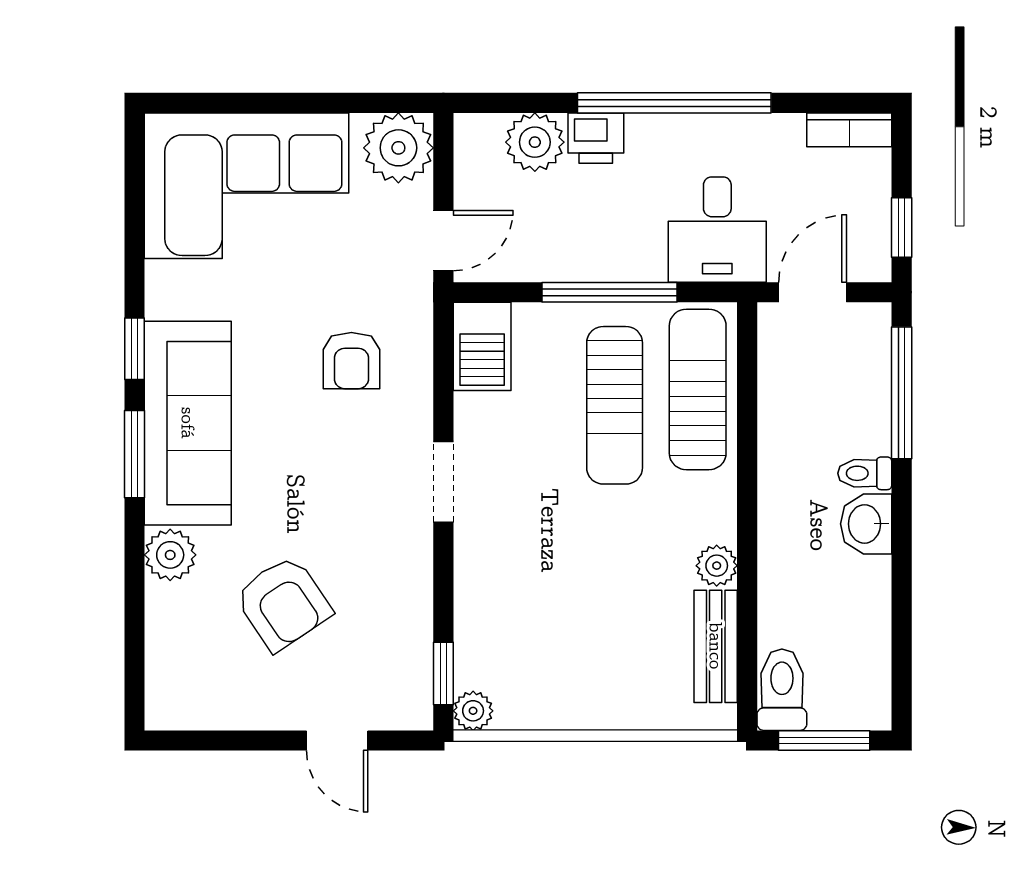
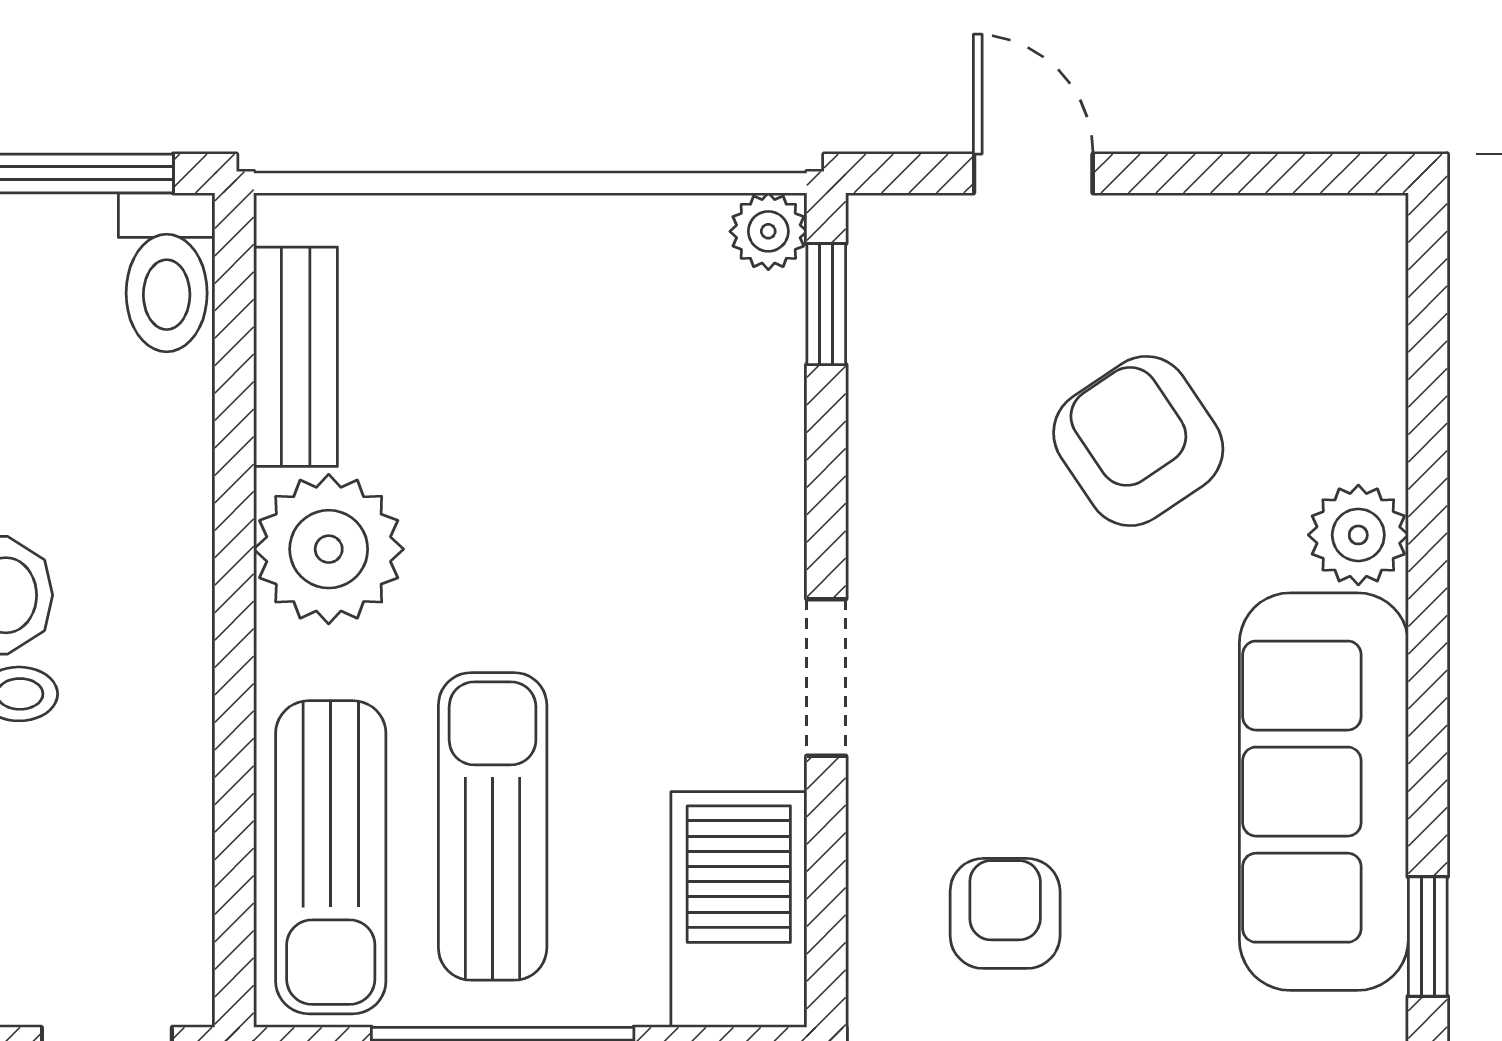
barbecue: (482, 346) -> (739, 909), width x1.37, depth x1.21
window: (135, 454) -> (1428, 731), removed
plant: (717, 566) -> (329, 549), width x1.88, depth x1.88

